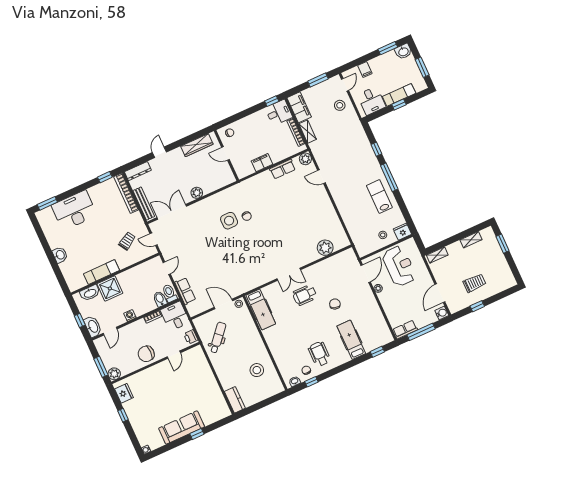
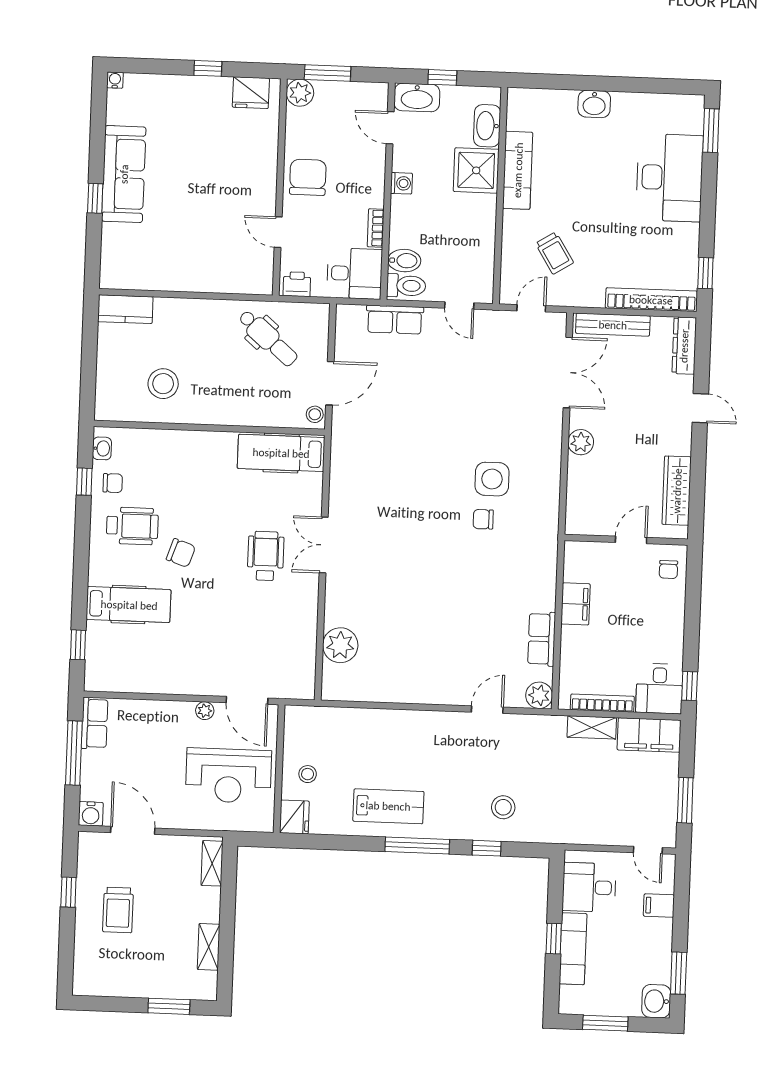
stool: (340, 105) -> (503, 807), moved
chair: (335, 304) -> (181, 553), moved

